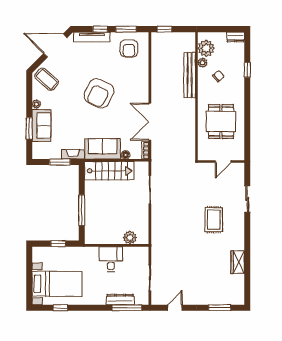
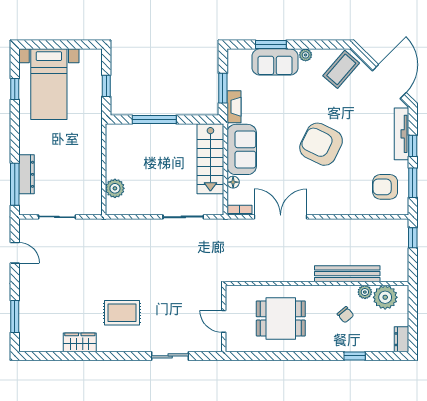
rug: (214, 220) -> (122, 313), moved
desk: (111, 259) -> (84, 161), removed

